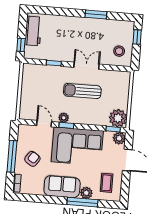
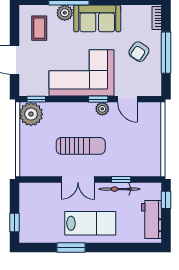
lab bench: (80, 32) -> (90, 223), added
stool: (119, 51) -> (37, 202), removed
bicycle: (56, 56) -> (119, 189), added
plant: (119, 138) -> (27, 88), removed

